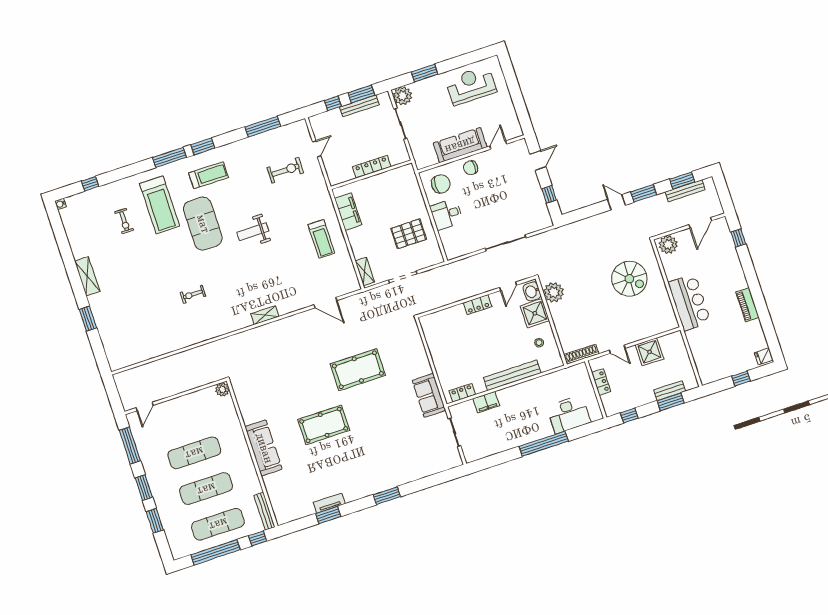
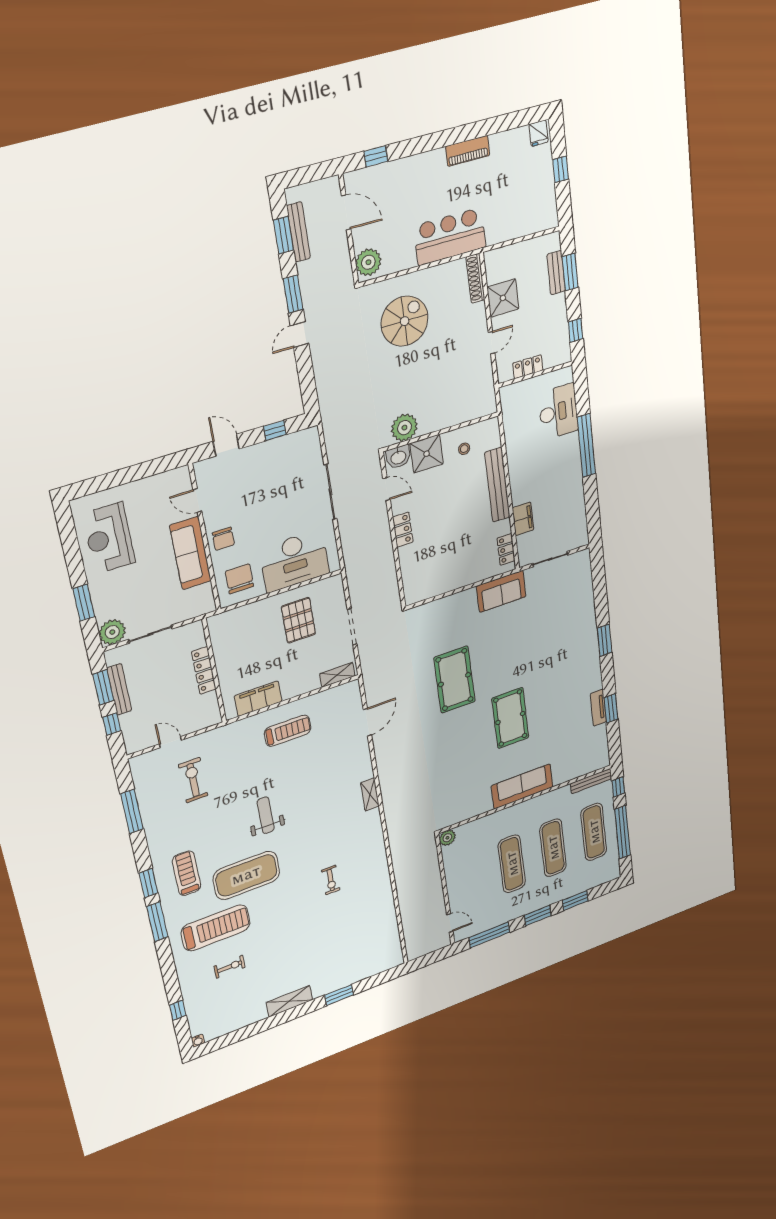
desk: (447, 214) -> (295, 561), width x1.87, depth x1.30
weight bench: (253, 232) -> (266, 815), turned 180
shoe rack: (581, 354) -> (475, 278), moved

